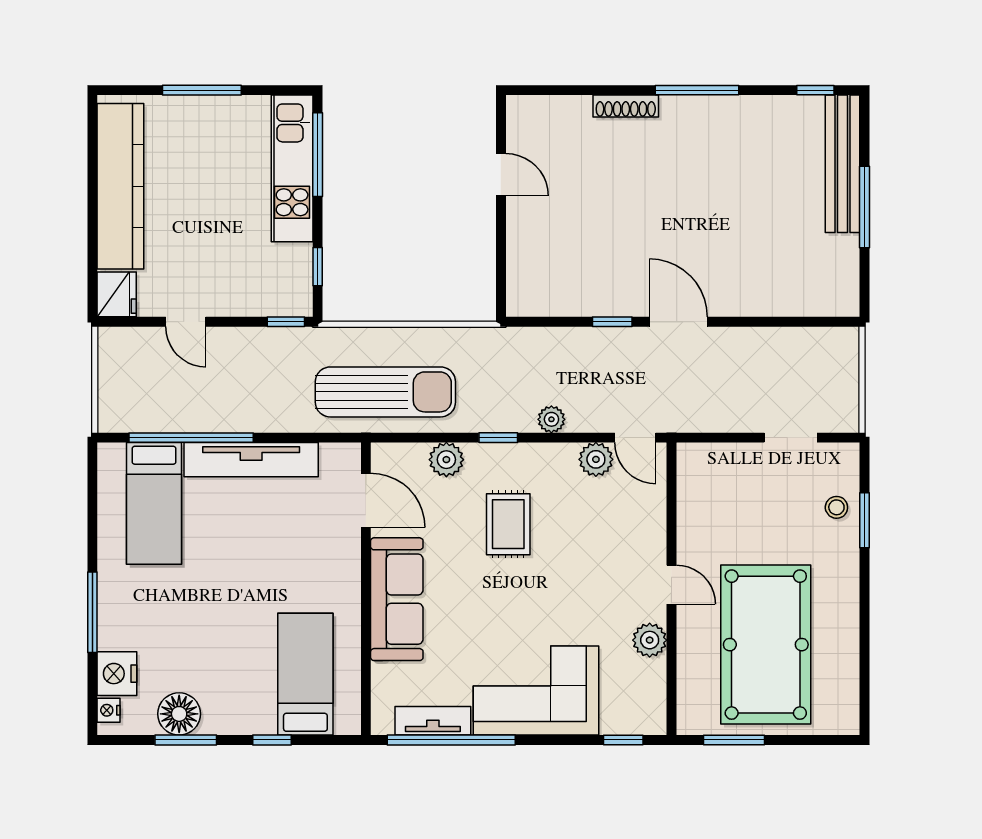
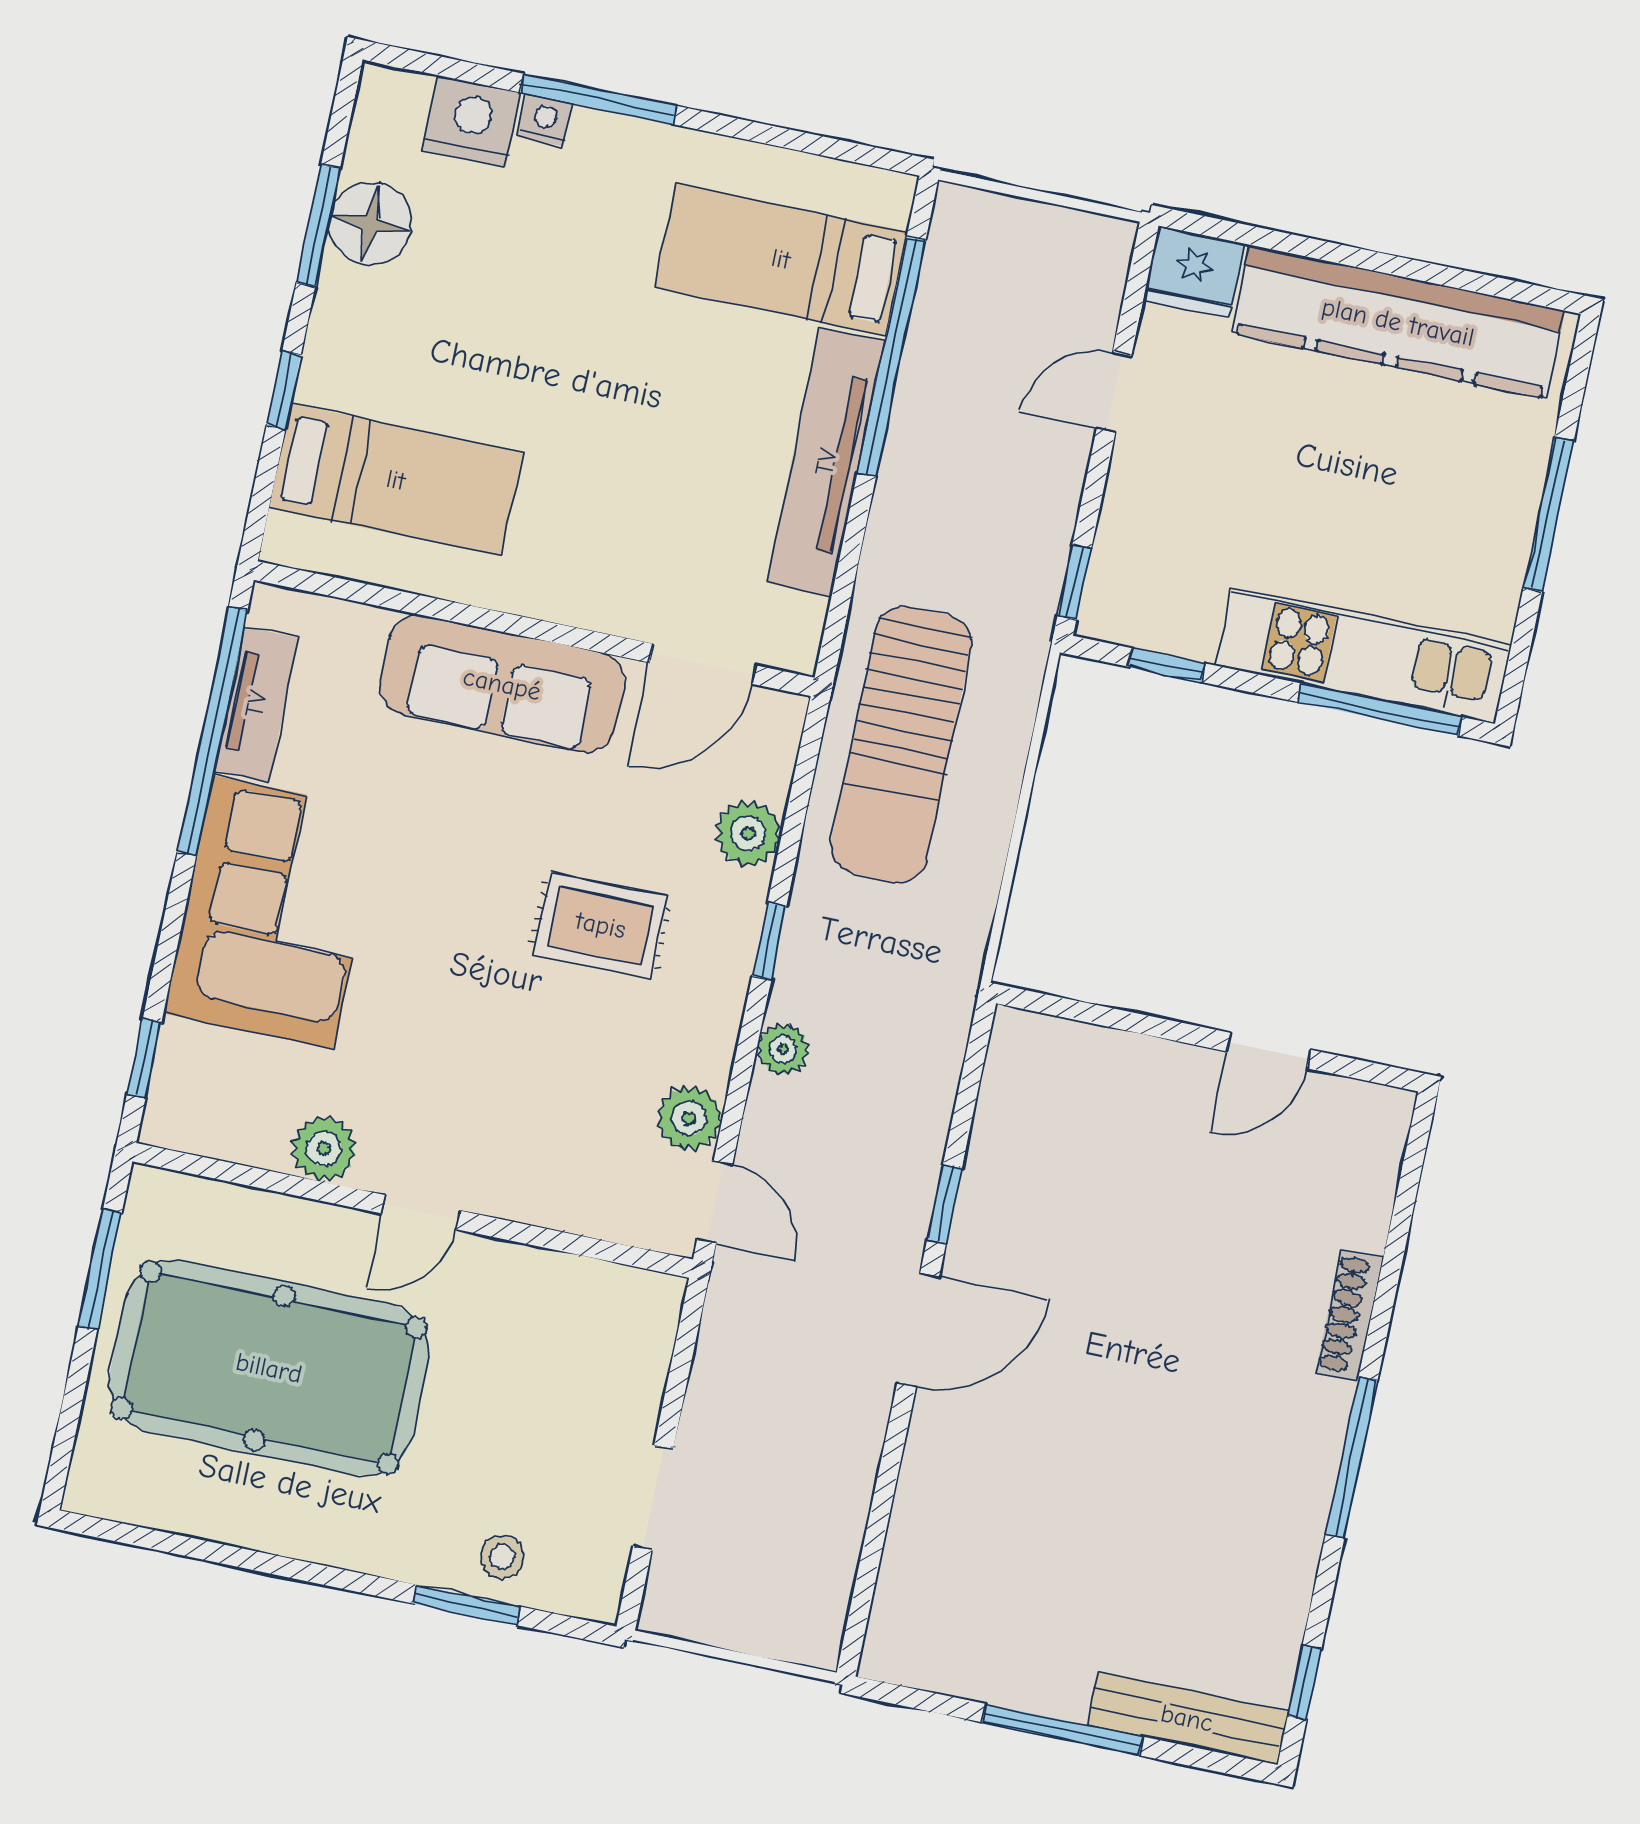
bench: (842, 164) -> (1187, 1718), width x0.73, depth x0.82
door: (635, 438) -> (715, 1202), swing flipped
nightstand: (109, 710) -> (545, 120), moved

